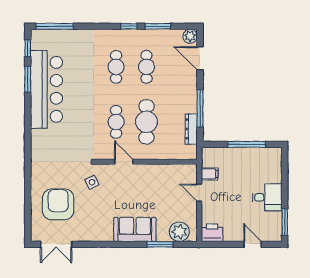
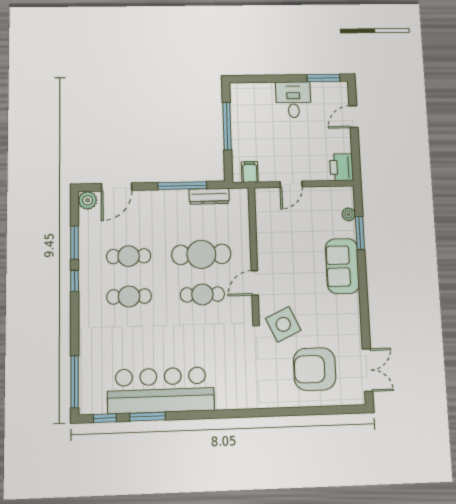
filing cabinet: (210, 174) -> (250, 172), moved
side table: (92, 182) -> (283, 324), width x1.87, depth x1.87
plant: (179, 232) -> (349, 214), width x0.53, depth x0.53

